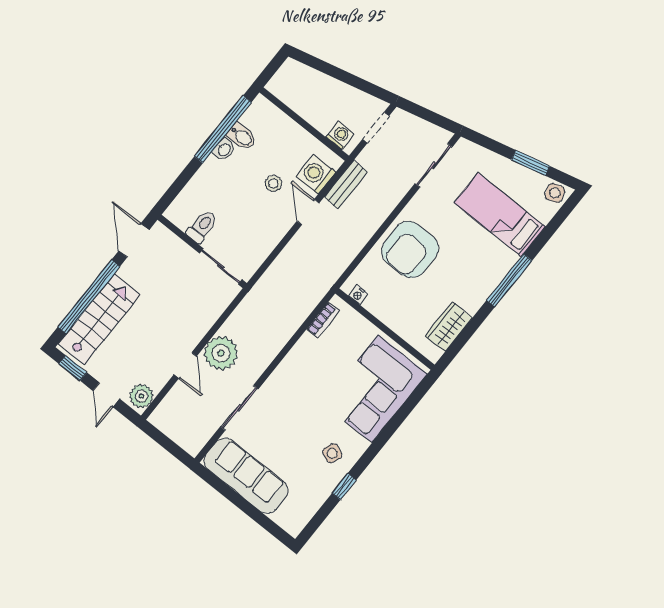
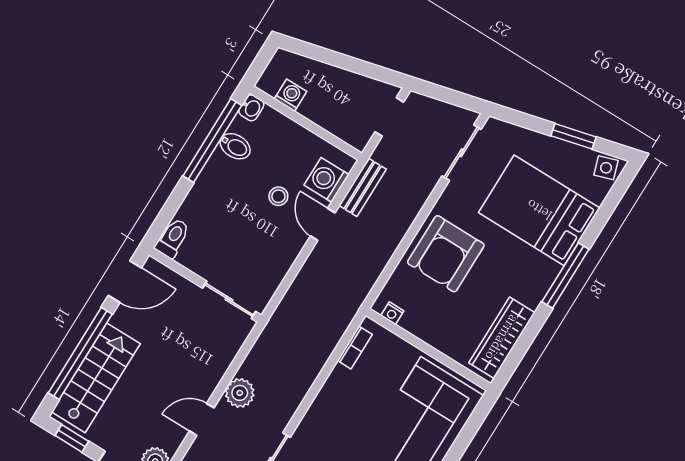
washing machine: (340, 136) -> (291, 95), moved
washbasin: (224, 150) -> (251, 108), moved
bed: (500, 215) -> (539, 210), width x1.50
toilet: (202, 227) -> (173, 238), moved
door: (134, 240) -> (125, 282), swing flipped
wardrobe: (449, 327) -> (502, 338), width x1.50
plant: (221, 353) -> (240, 393), width x0.73, depth x0.73
door: (185, 365) -> (202, 419), swing flipped

